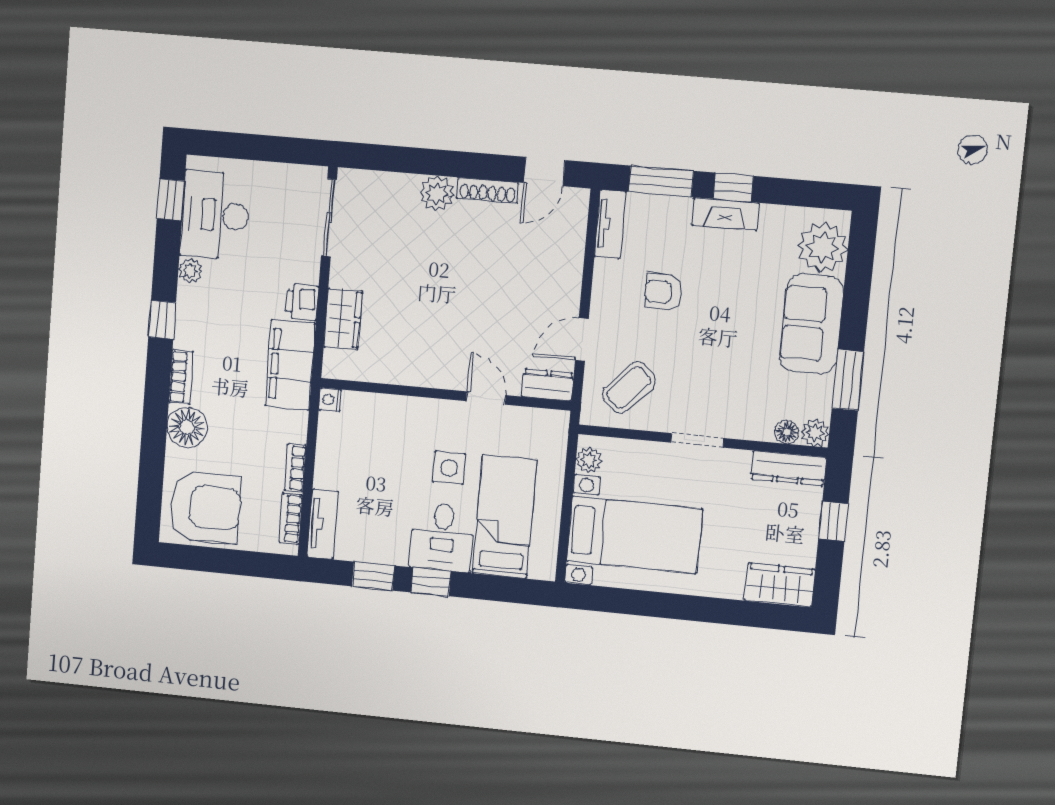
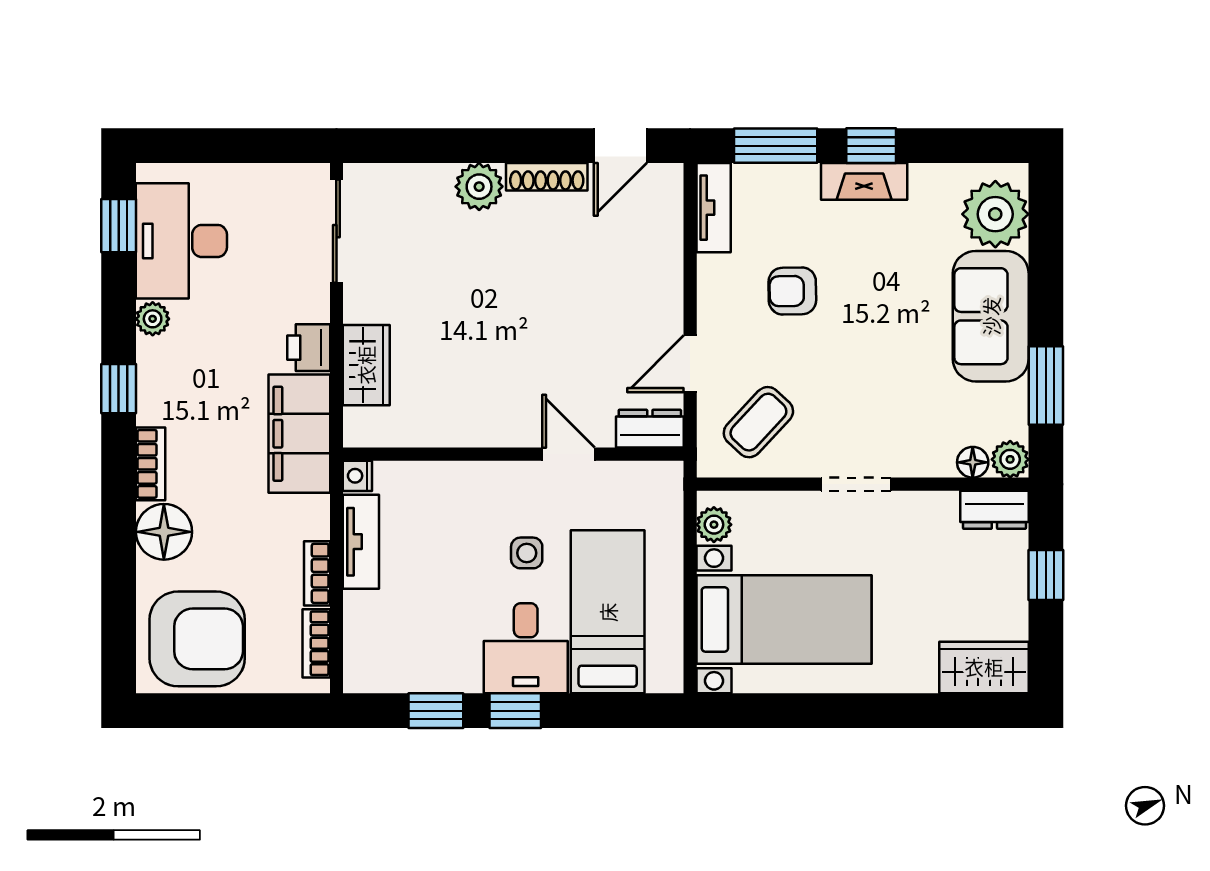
side table: (449, 468) -> (527, 553), width x0.73, depth x0.73
dresser: (788, 468) -> (994, 510), width x0.70
tv unit: (323, 524) -> (361, 542), moved

